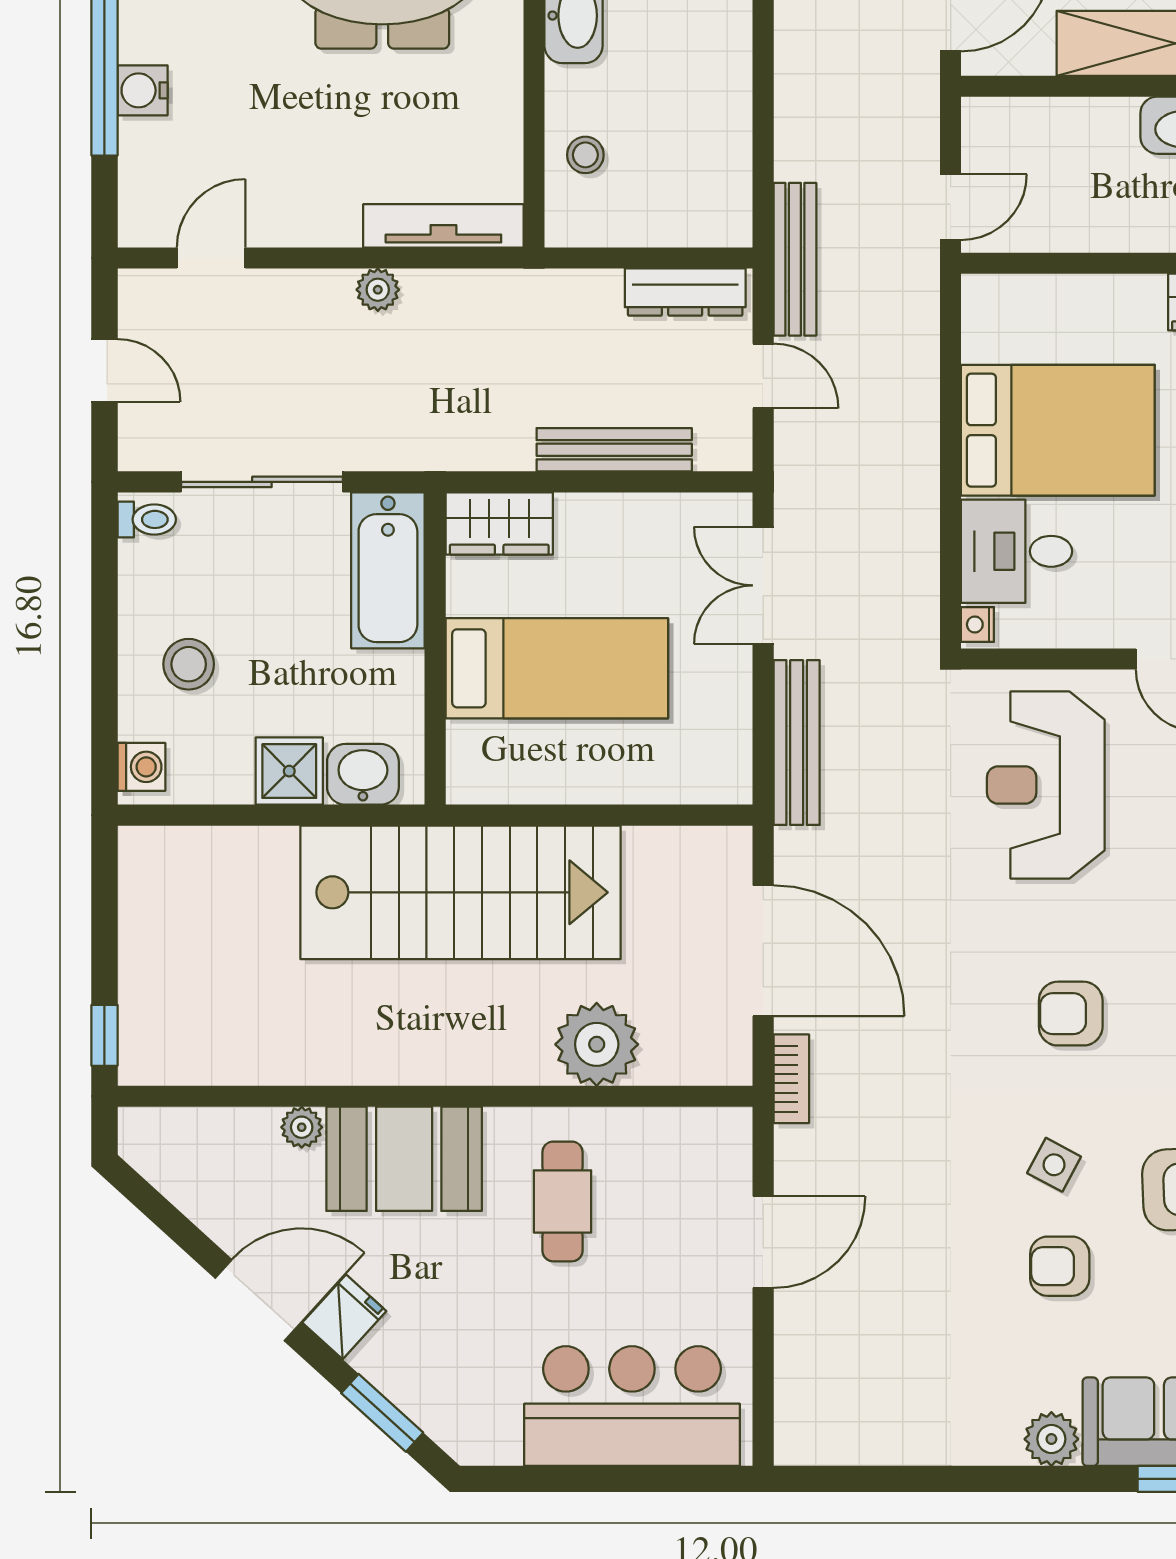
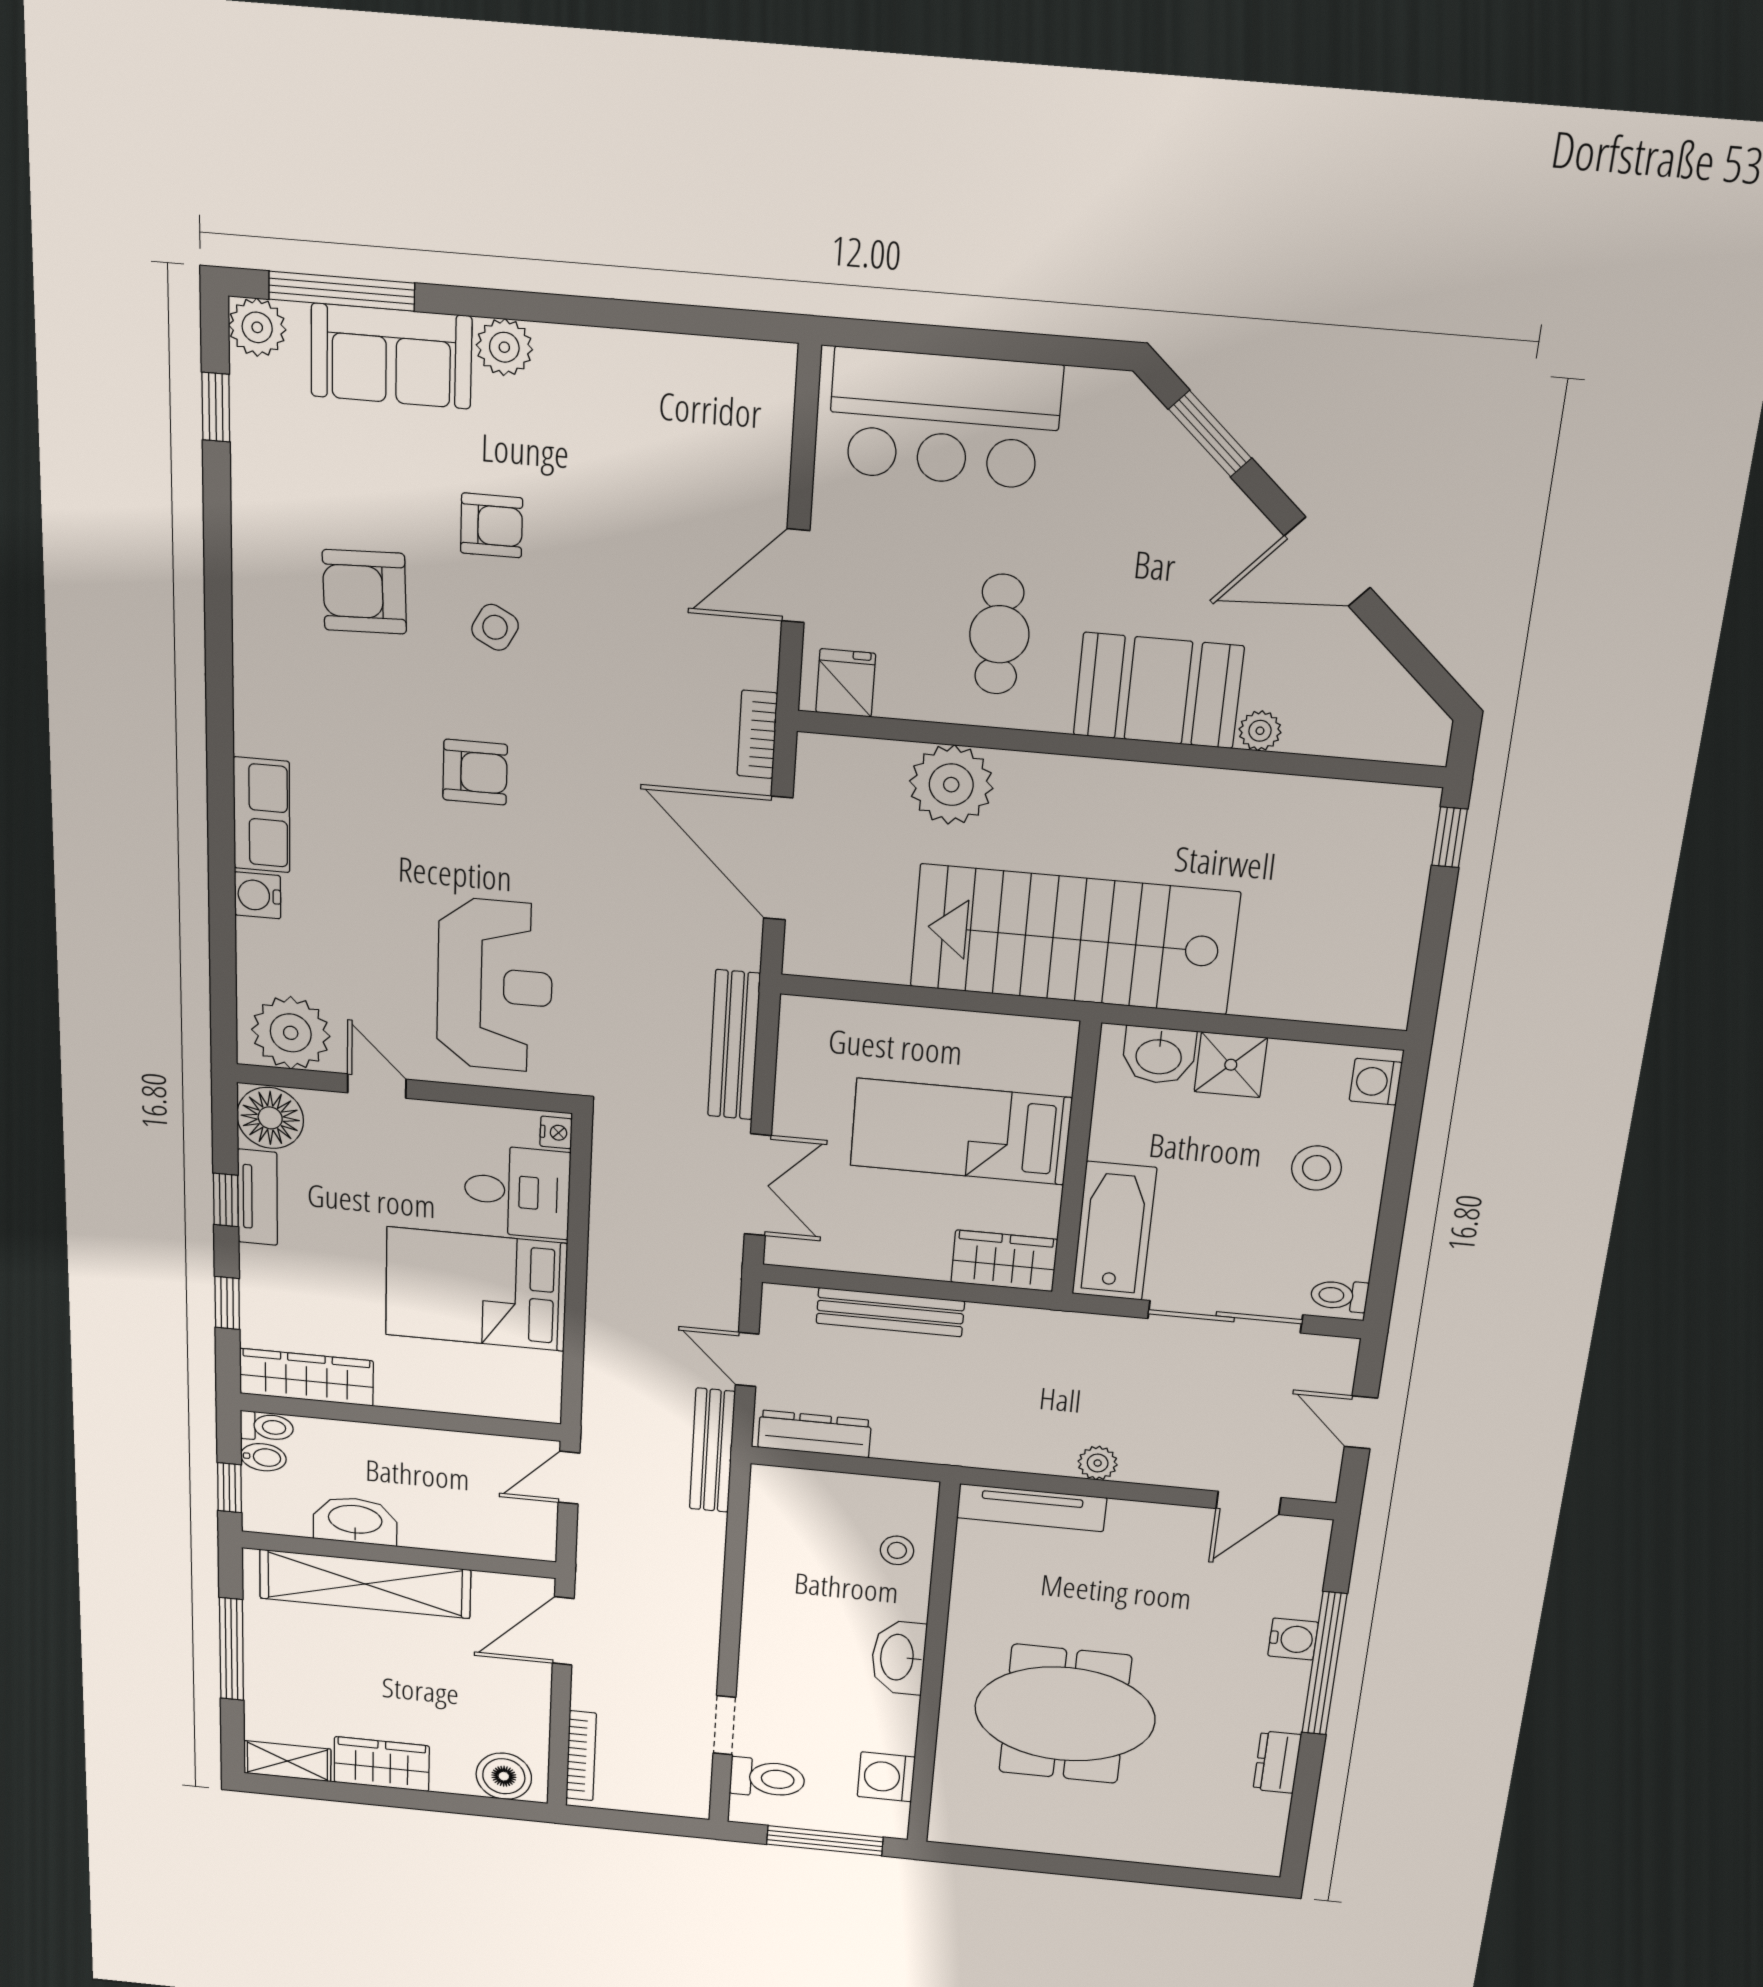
fridge: (344, 1317) -> (846, 683), moved, turned 138

